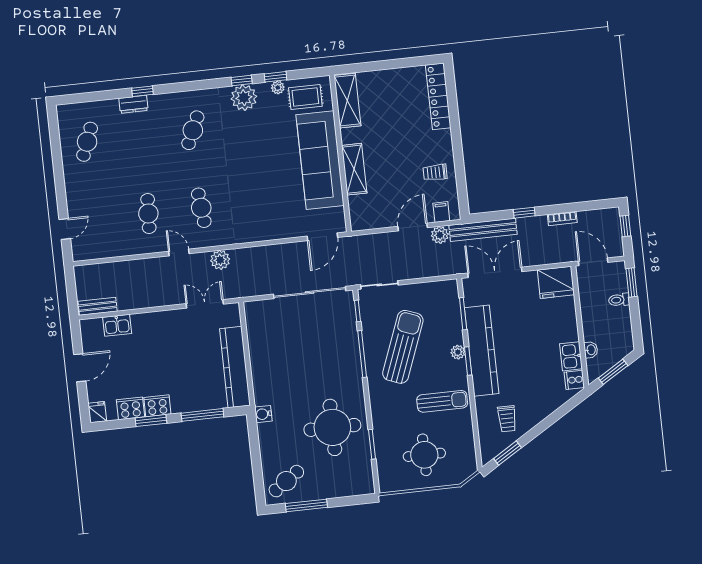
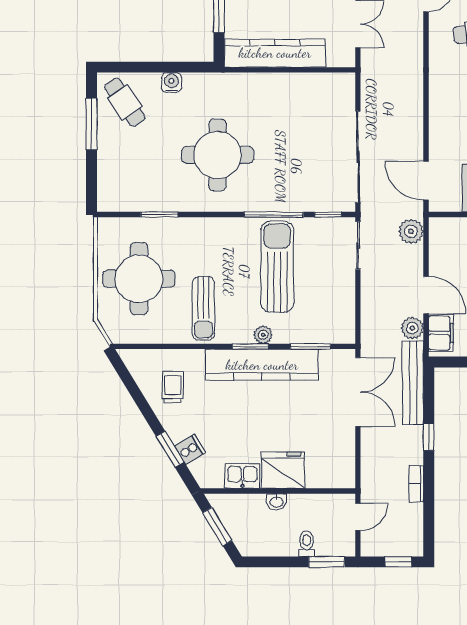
filing cabinet: (441, 212) -> (441, 333), width x2.00
plant: (220, 260) -> (411, 231), moved
door: (593, 262) -> (358, 517), width x0.73
fridge: (556, 282) -> (283, 470), moved, turned 90
sun lounger: (403, 347) -> (277, 267), turned -111
washbasin: (591, 350) -> (276, 502), moved
cooker: (574, 380) -> (190, 449), moved, turned 59
water cooler: (263, 414) -> (171, 83), moved
trolley: (507, 419) -> (173, 387), turned 90
round table: (332, 427) -> (218, 155), moved
window: (508, 453) -> (170, 449), moved
round table: (424, 455) -> (139, 279), width x1.36, depth x1.36

